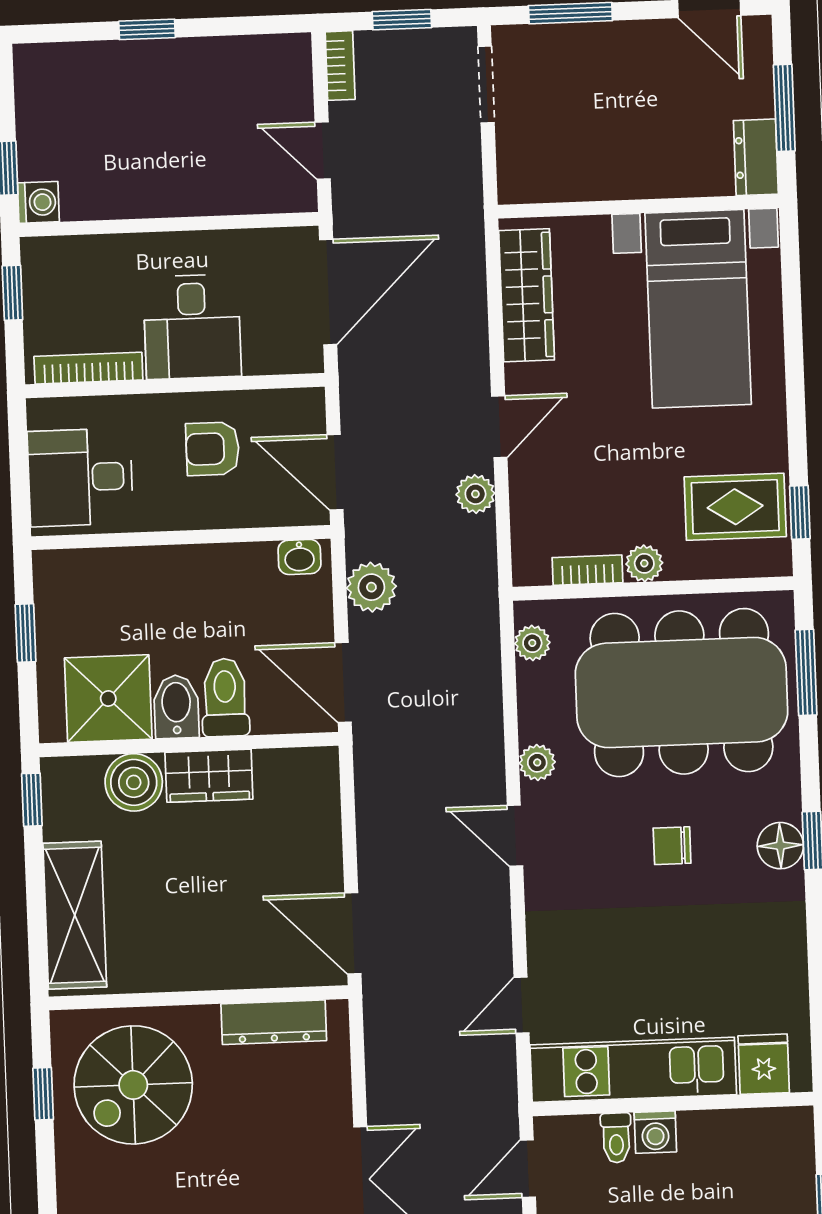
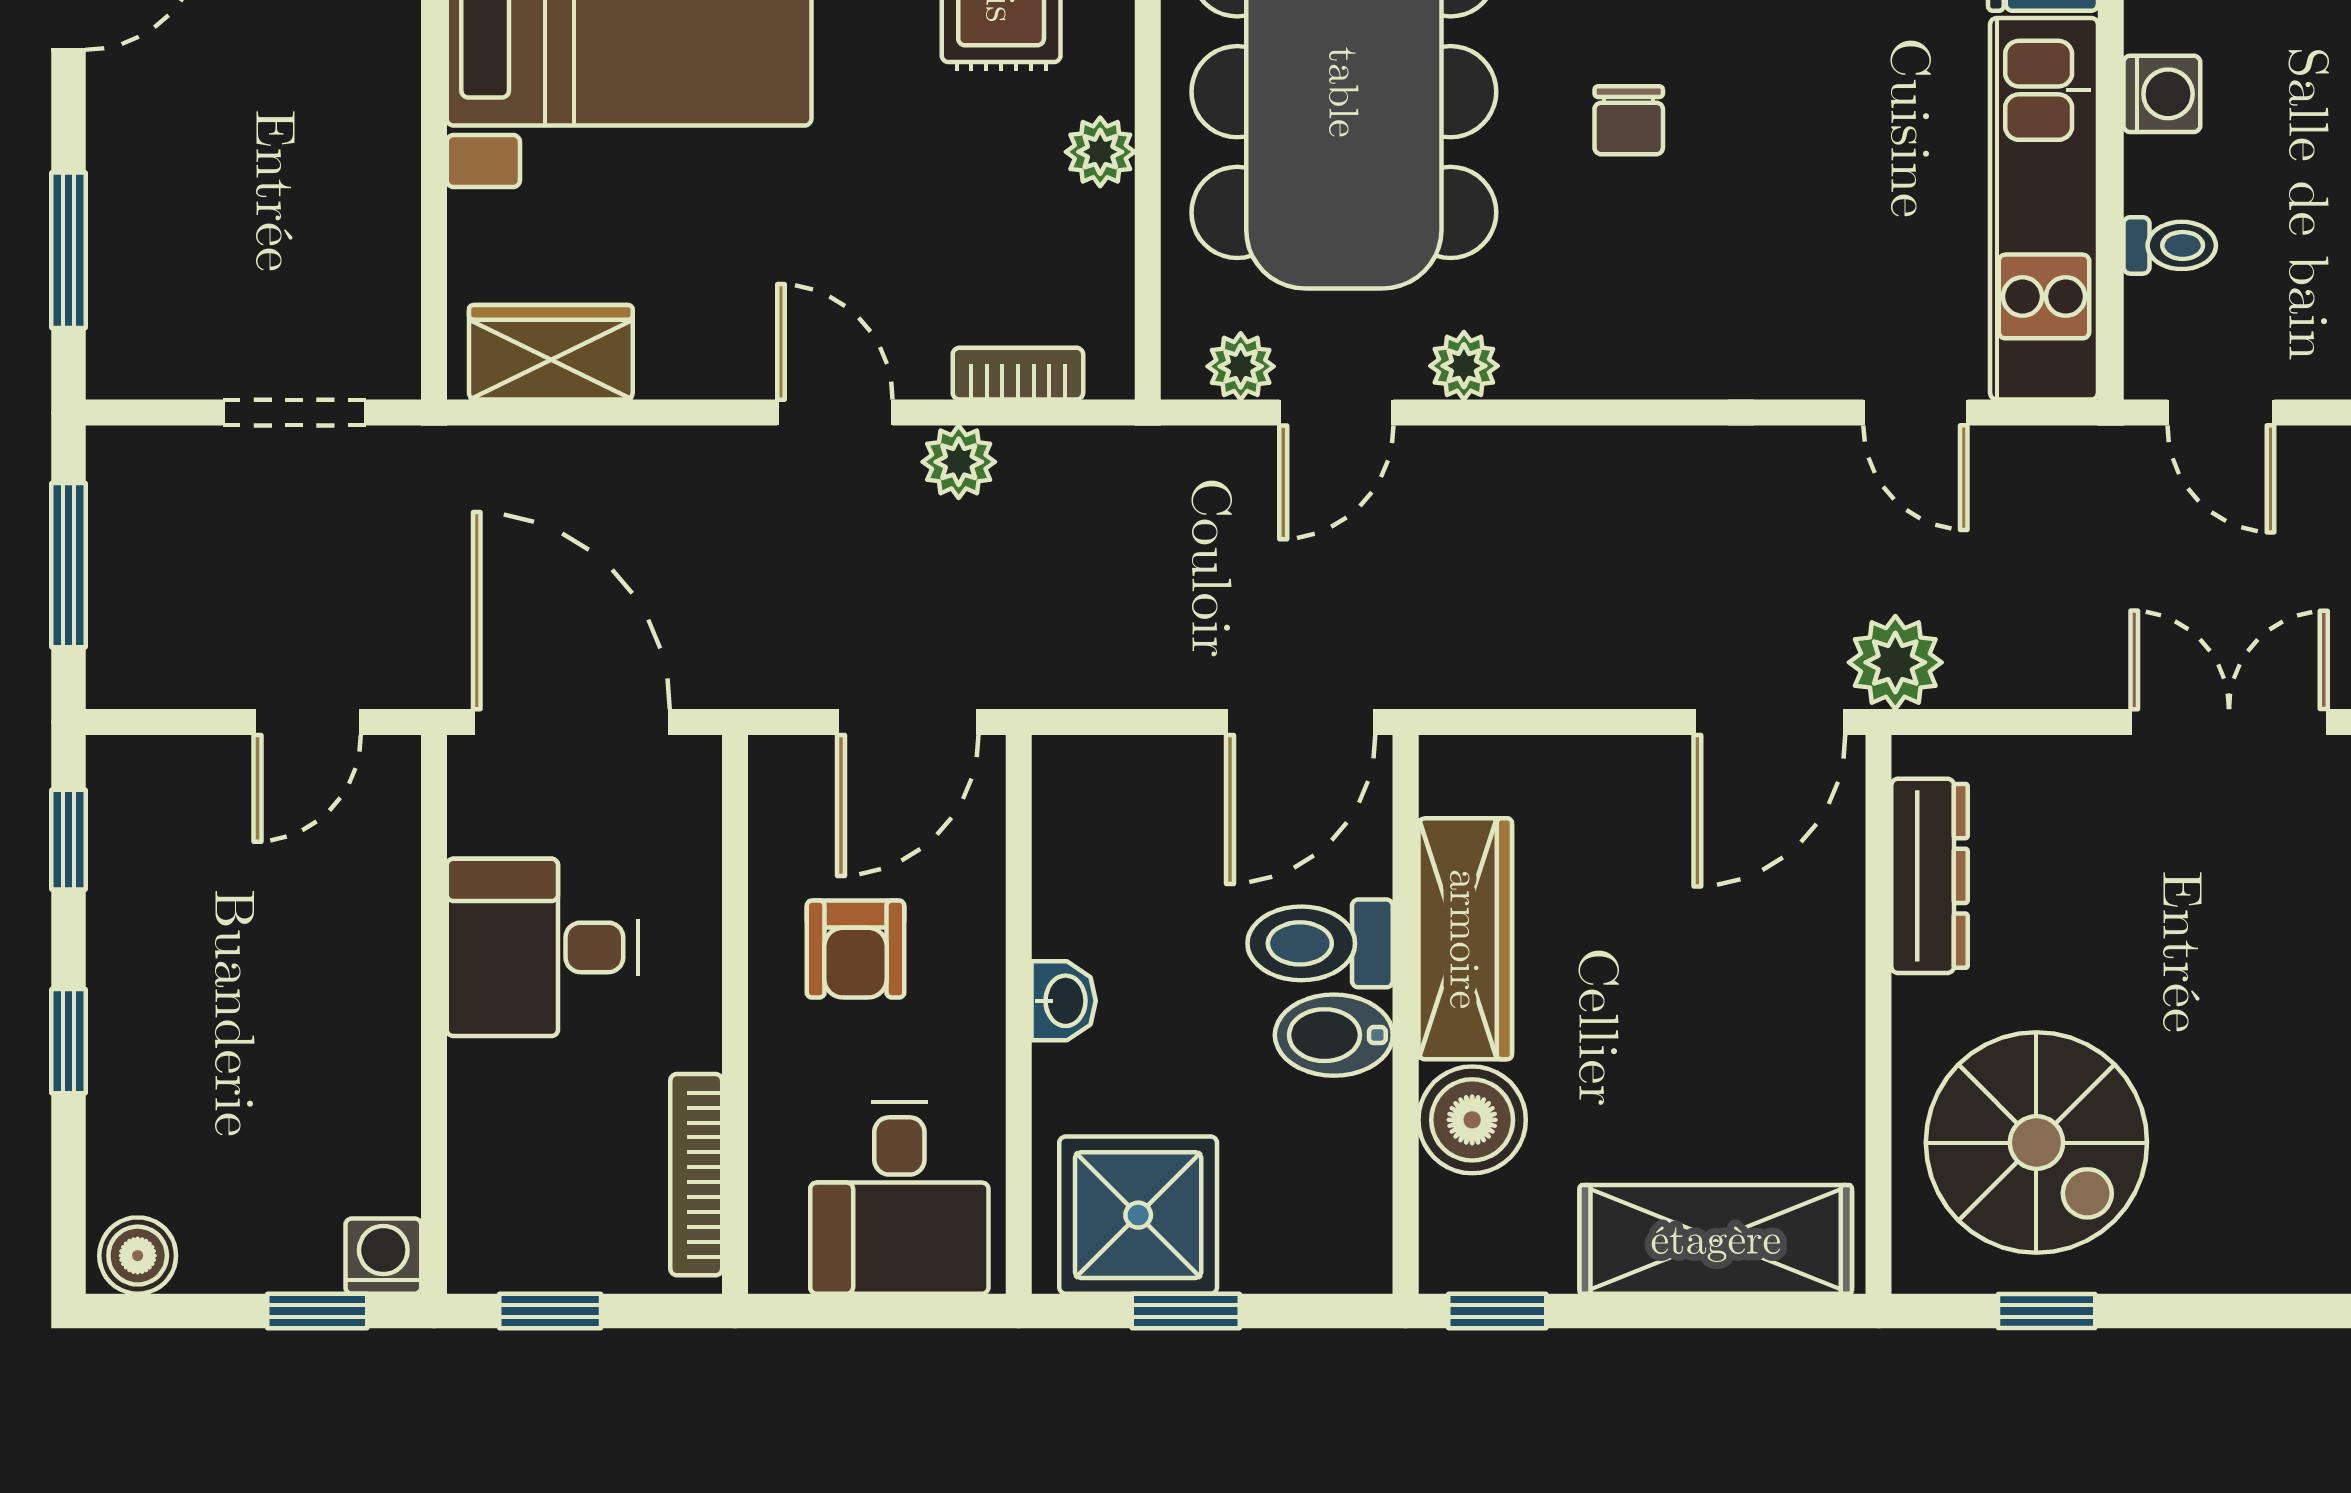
window: (402, 20) -> (69, 565), width x1.50
window: (255, 25) -> (69, 840), added
bookcase: (340, 66) -> (150, 684), removed
boiler: (34, 71) -> (138, 1256), added
doorway: (486, 85) -> (294, 412), moved
wardrobe: (527, 295) -> (551, 352), width x0.67
desk: (192, 327) -> (543, 947), moved, turned 180
washbasin: (299, 557) -> (1064, 1001), moved
bookcase: (587, 570) -> (1018, 374), moved, turned 90
plant: (371, 587) -> (1895, 662), moved
shower: (108, 699) -> (1138, 1215), moved
wardrobe: (209, 776) -> (1465, 939), width x1.50
door: (515, 836) -> (1336, 412), moved
washing machine: (655, 1132) -> (2162, 94), moved

